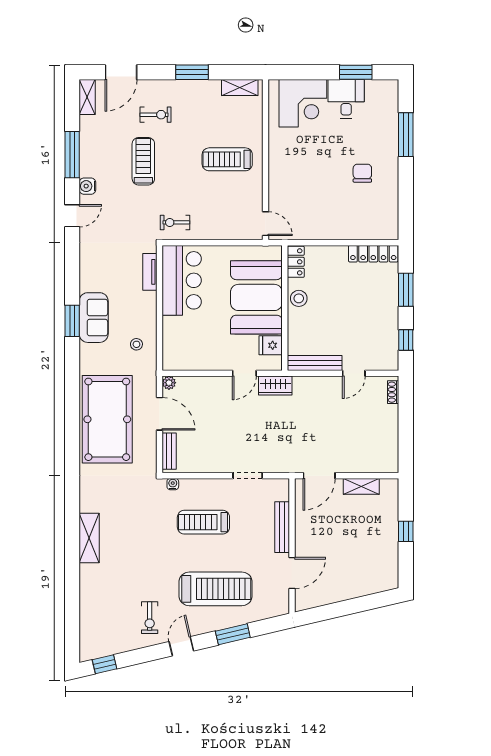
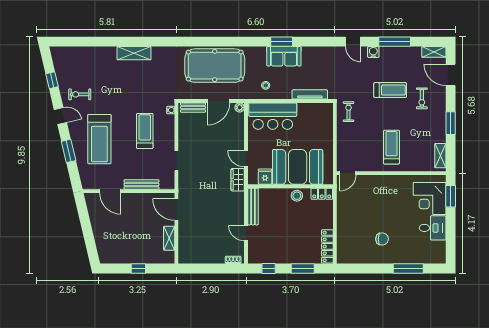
window: (356, 72) -> (451, 196), moved
tv unit: (150, 272) -> (310, 94), width x1.41
bar counter: (182, 280) -> (273, 116), moved
window: (104, 664) -> (52, 80), moved

